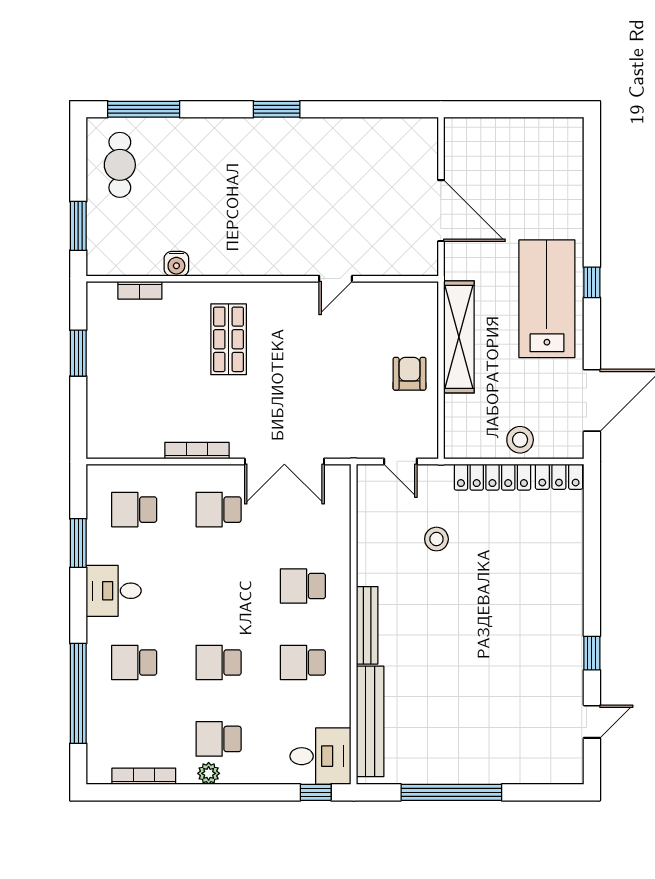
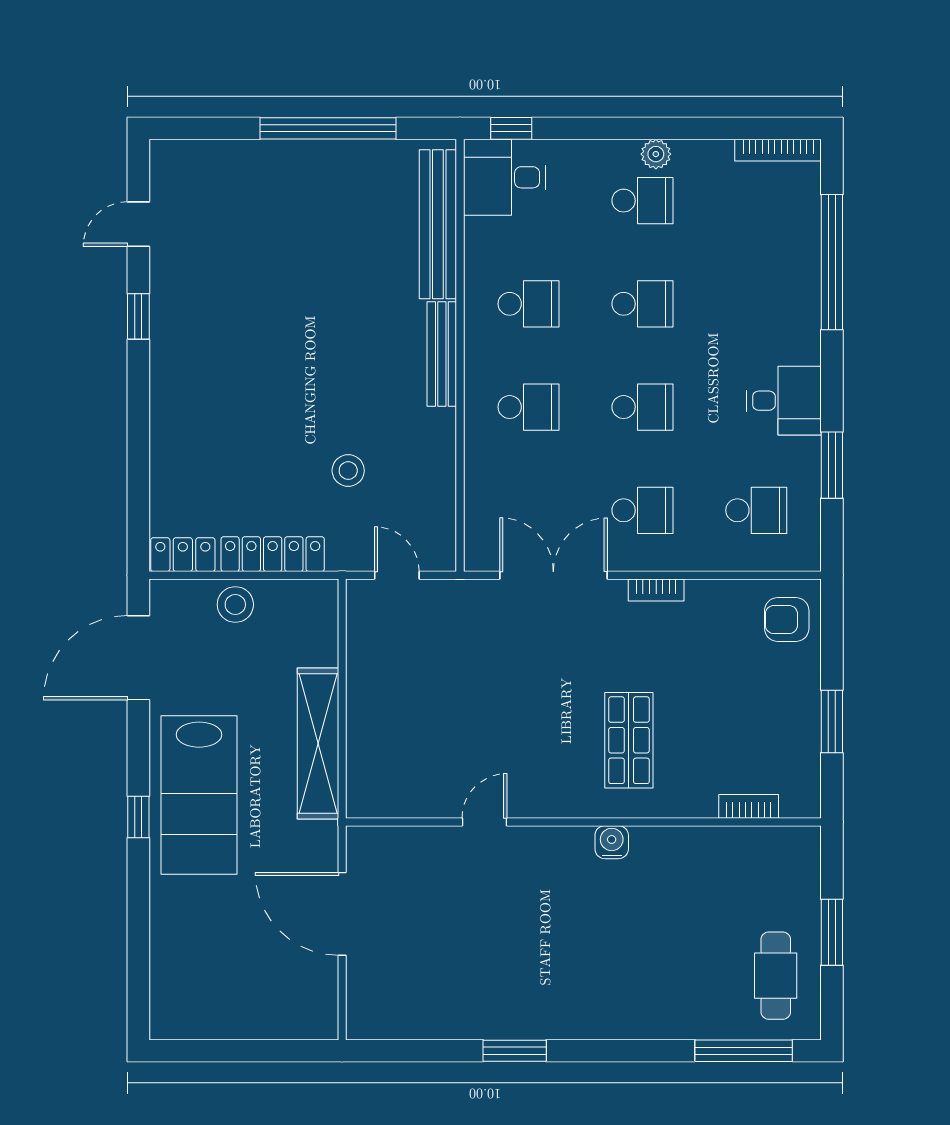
window: (277, 109) -> (515, 1051), moved
window: (78, 226) -> (832, 932), moved
water cooler: (176, 264) -> (612, 842), moved
armchair: (409, 374) -> (787, 620), moved, turned 90
bookcase: (197, 451) -> (656, 590), width x0.64
school desk: (134, 662) -> (642, 407), moved
bookcase: (144, 776) -> (778, 150), moved

